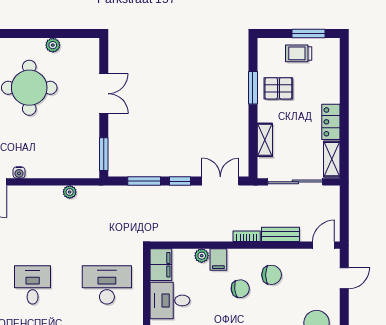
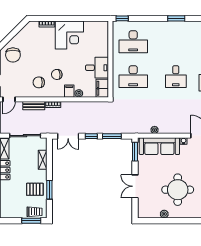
window: (309, 33) -> (31, 221), moved
trolley: (299, 53) -> (34, 212), moved
sofa: (61, 164) -> (159, 146), added

